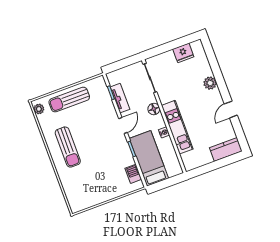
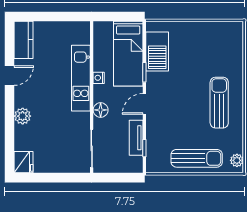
fridge: (183, 53) -> (24, 162), moved, turned 90
kitchen counter: (226, 149) -> (24, 40), moved, turned -90
barbecue: (133, 174) -> (157, 51), width x1.88, depth x1.53

